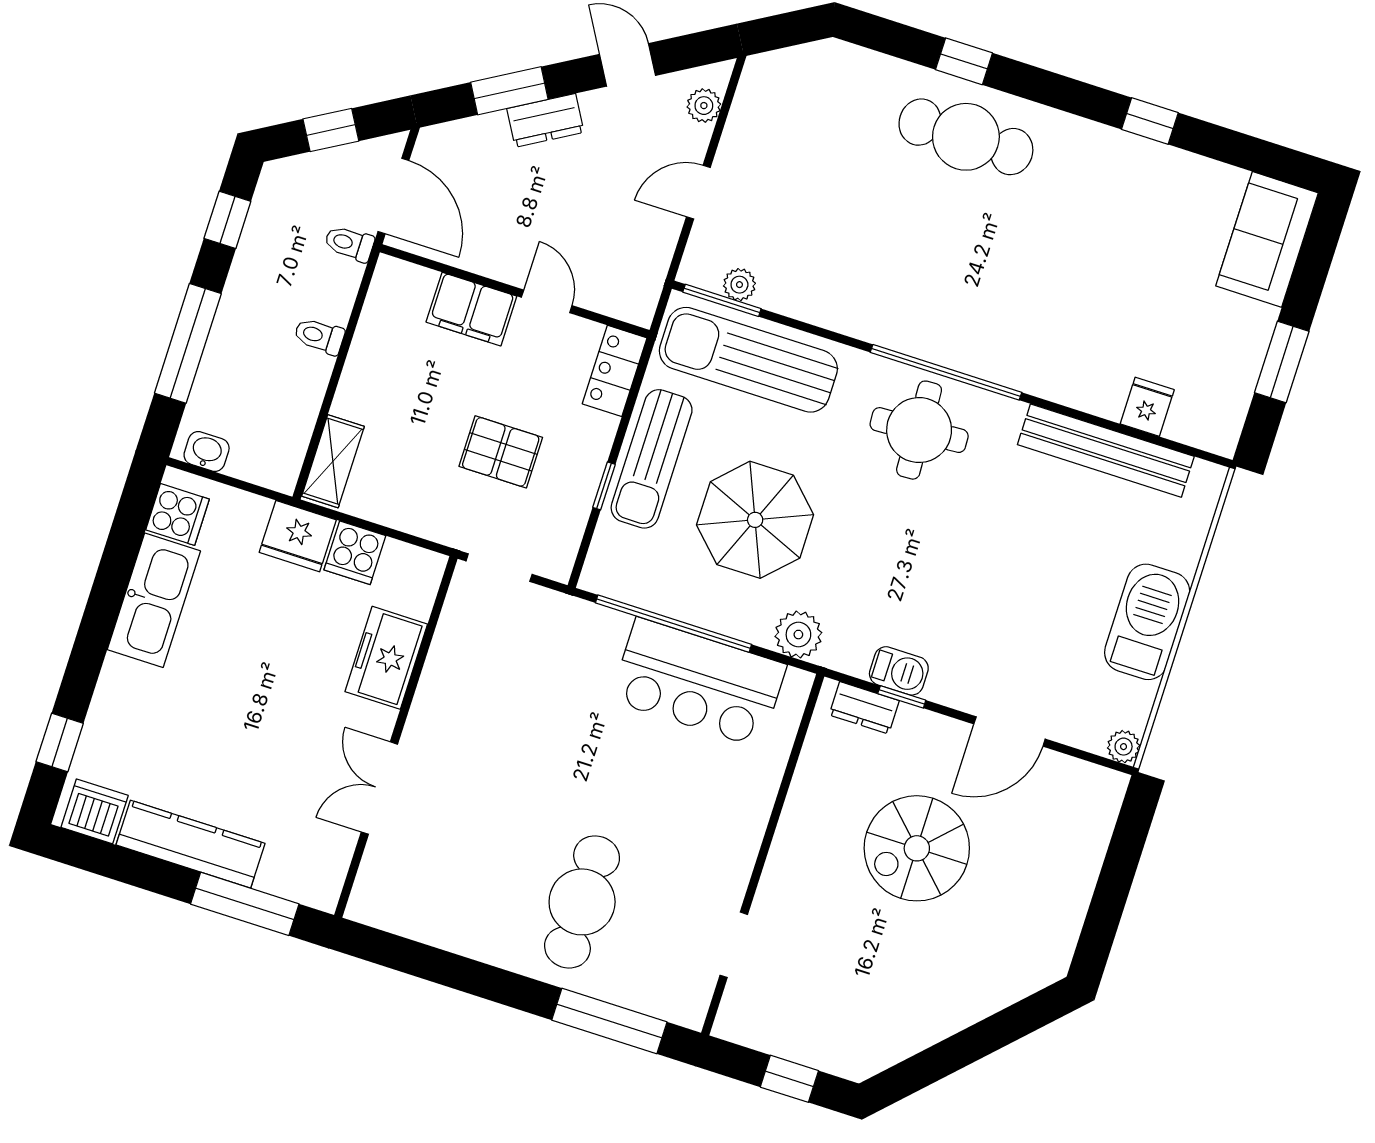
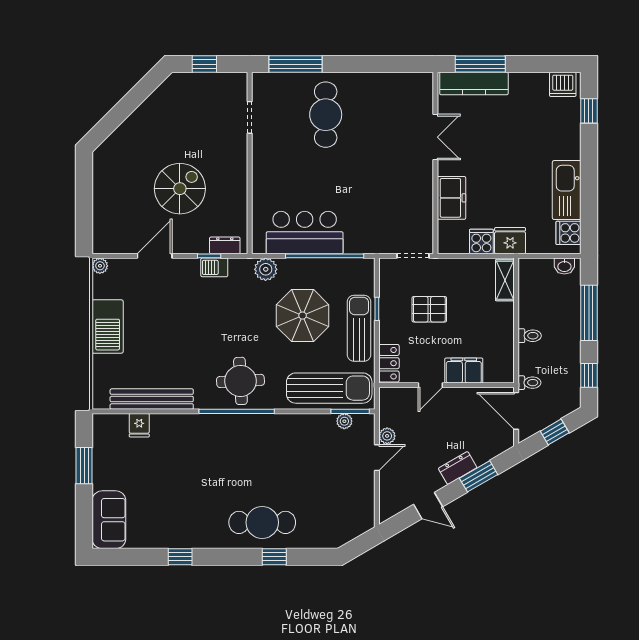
plant: (704, 106) -> (387, 436), moved
door: (547, 301) -> (430, 385), hinge flipped
kitchen counter: (190, 844) -> (474, 83), moved

